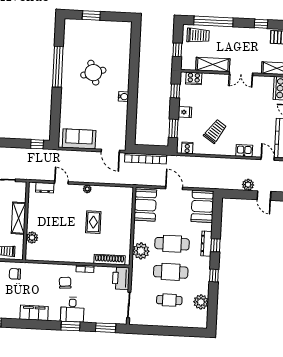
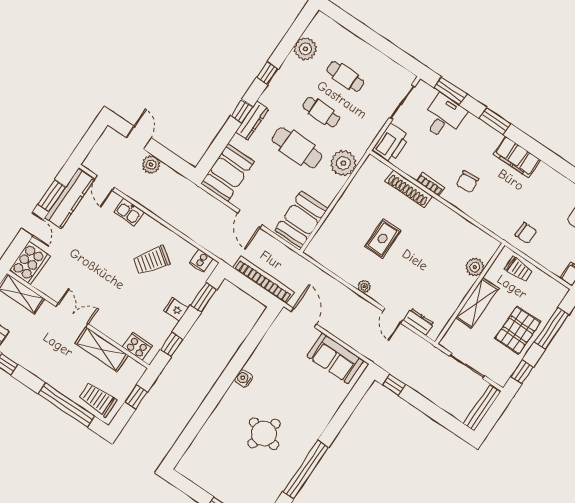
round table: (93, 73) -> (264, 434), turned 32
shoe rack: (109, 260) -> (409, 189), moved
cafe table: (171, 272) -> (321, 112), width x0.73, depth x0.74
desk: (72, 310) -> (444, 117), moved
filing cabinet: (34, 313) -> (517, 157), moved

